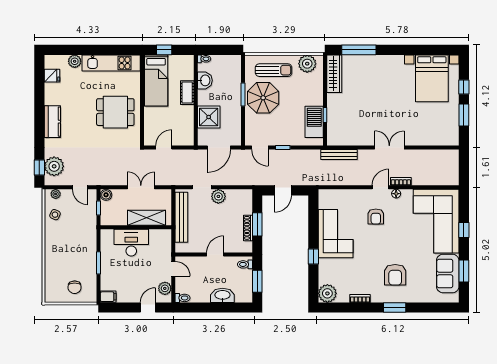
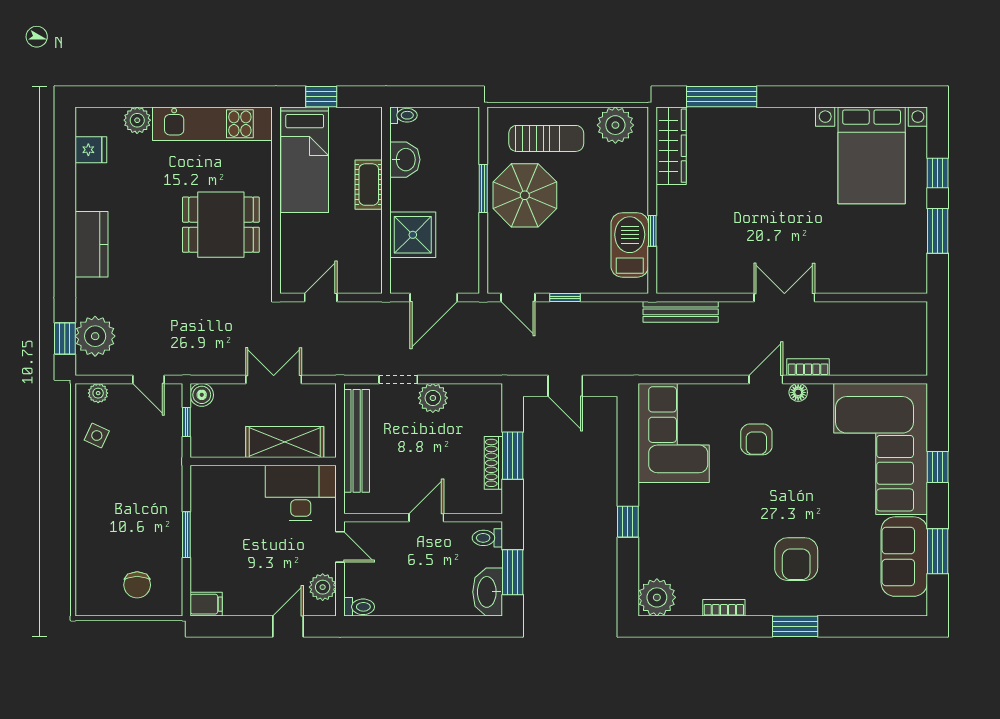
door: (283, 190) -> (565, 386), hinge flipped
corner sofa: (336, 234) -> (674, 433), moved
desk: (131, 243) -> (301, 493), moved
washbasin: (222, 295) -> (488, 592), moved, turned -90

